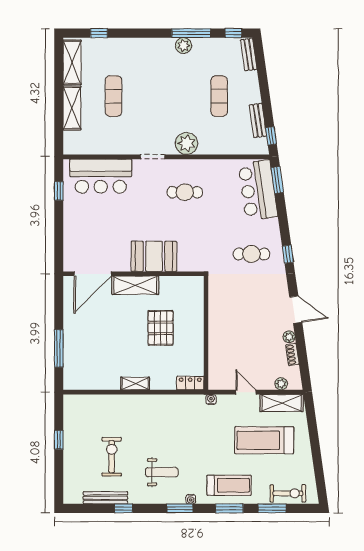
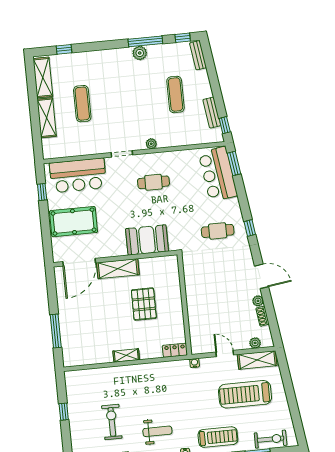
plant: (187, 143) -> (151, 144), width x0.53, depth x0.53
pool table: (91, 228) -> (73, 222), added
booth: (154, 256) -> (147, 240), moved

